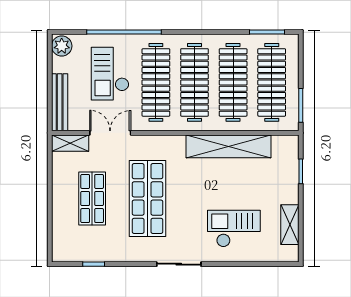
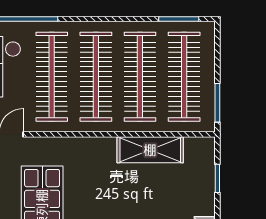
shelving: (229, 146) -> (150, 150), width x0.68

